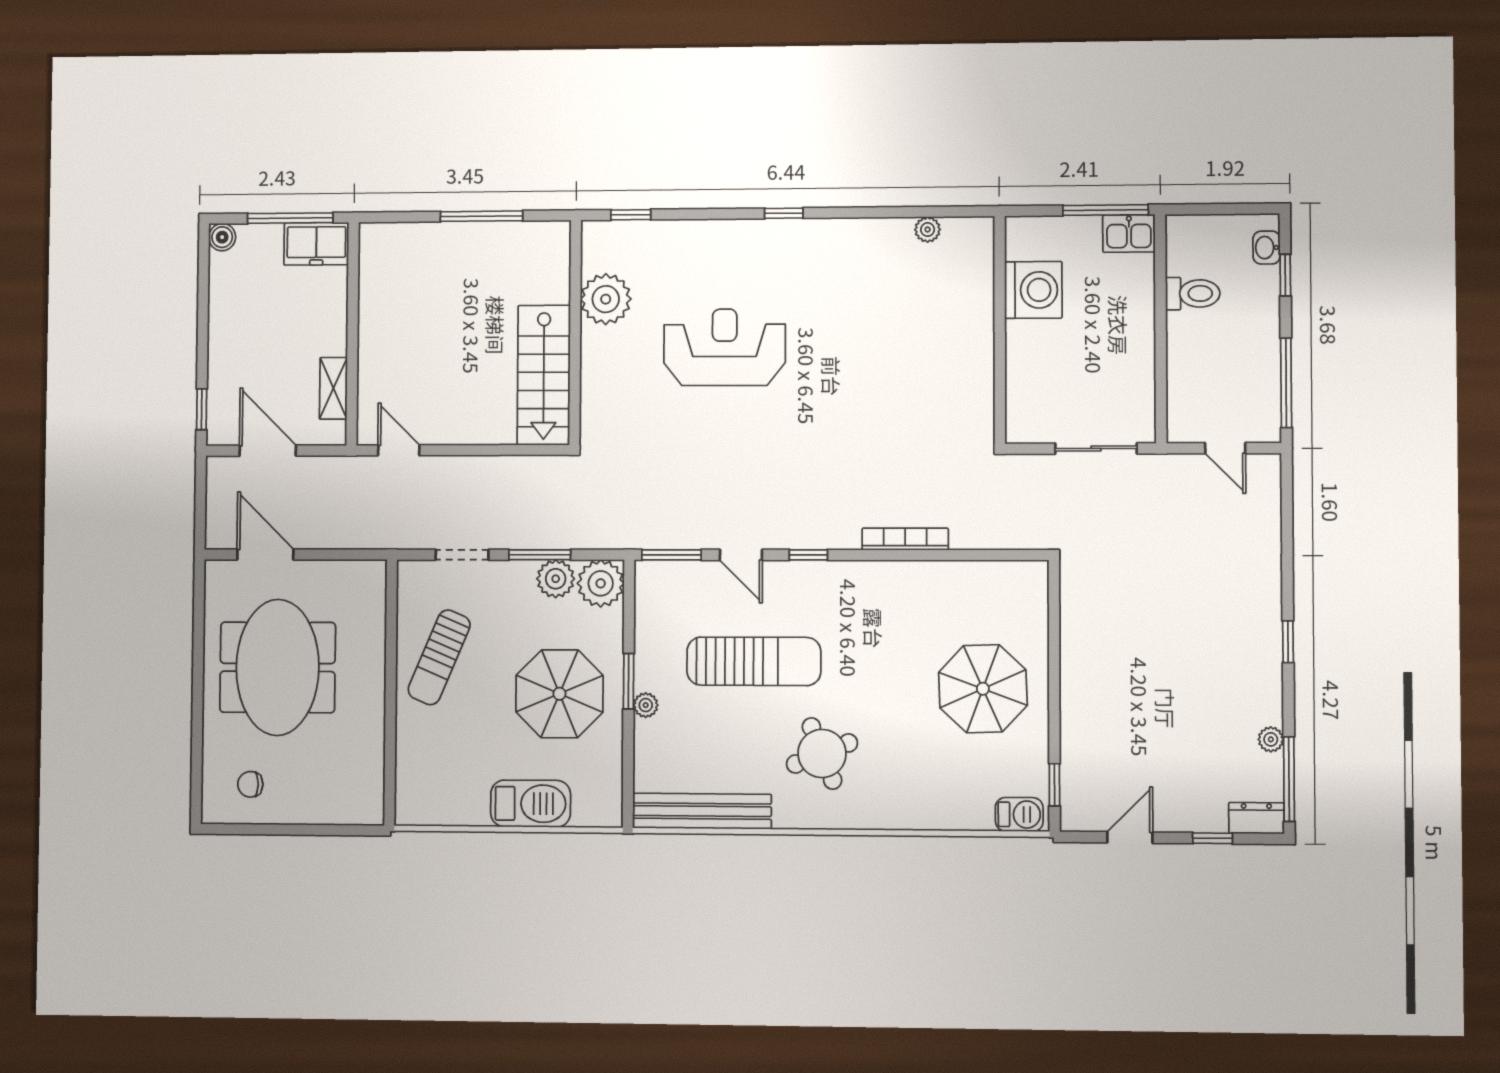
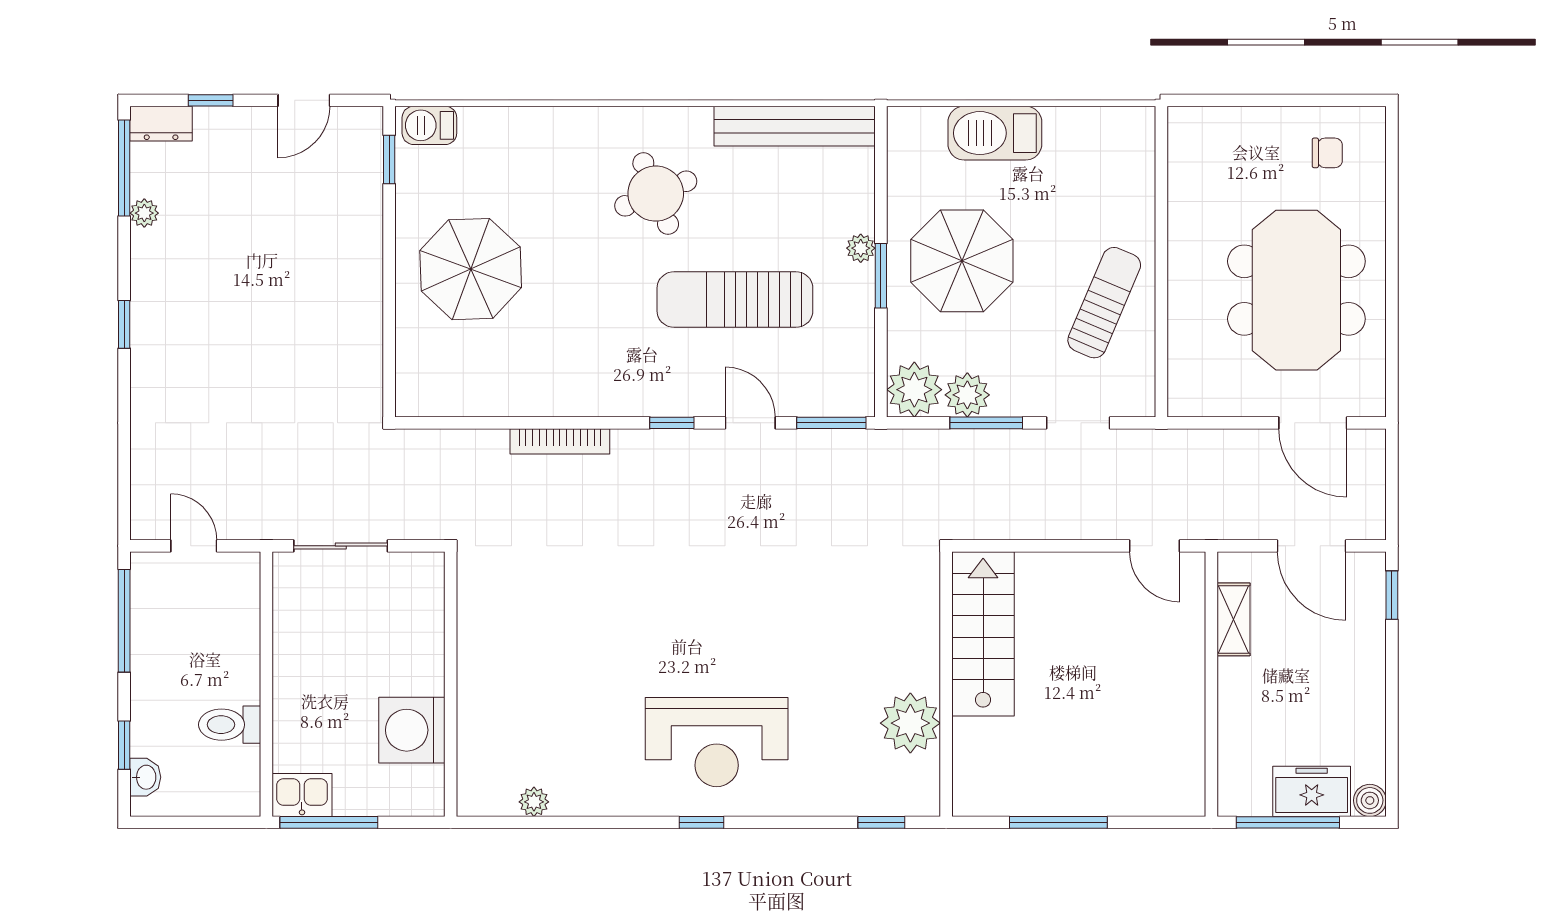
freezer: (316, 244) -> (1312, 791), moved
reception desk: (725, 347) -> (717, 742), moved

